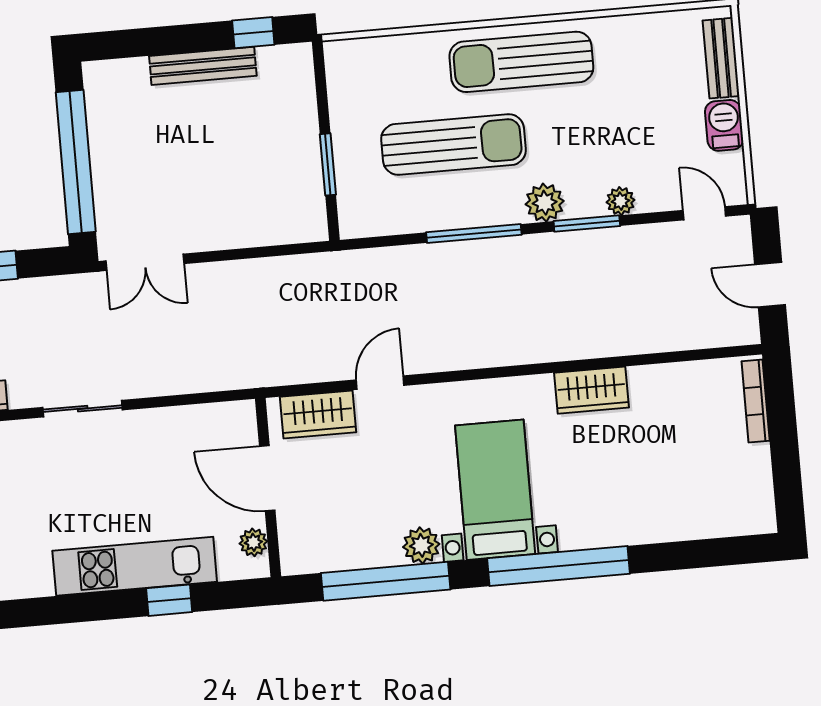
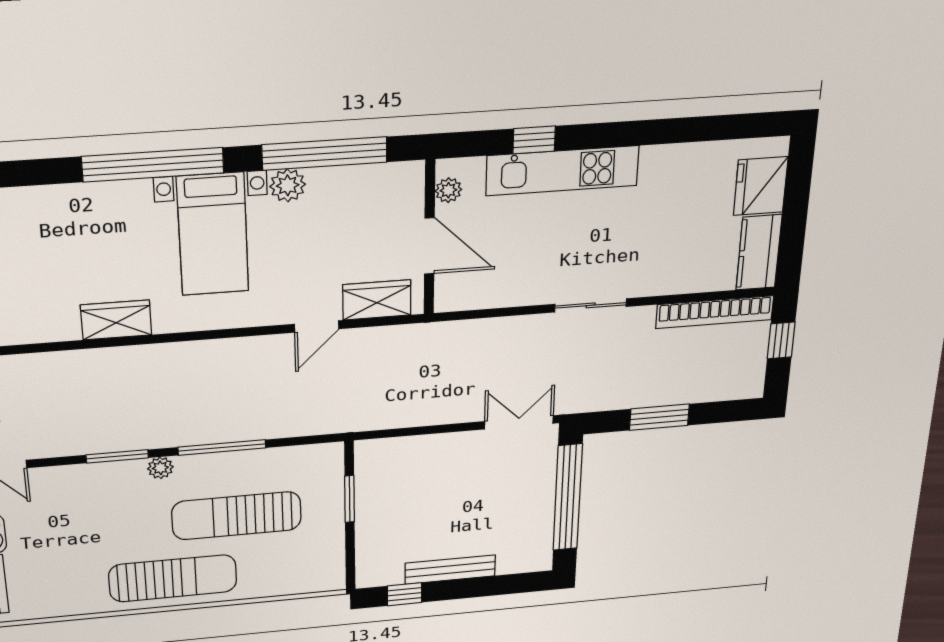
plant: (620, 201) -> (86, 474), removed
plant: (545, 203) -> (160, 468), width x0.73, depth x0.73

